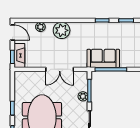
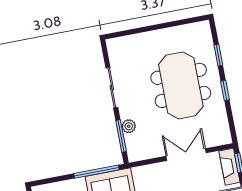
double door: (60, 69) -> (186, 155), moved

